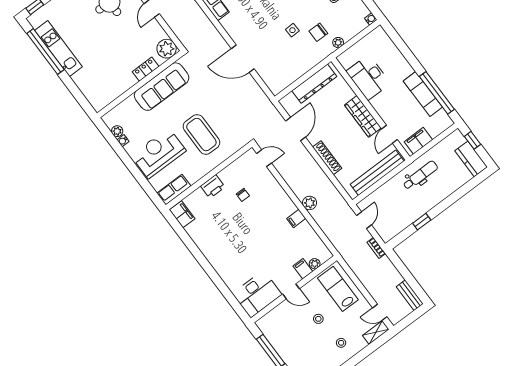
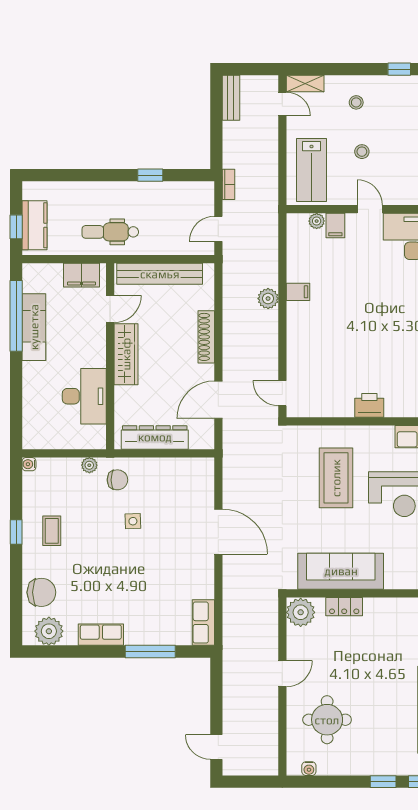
chair: (318, 32) -> (117, 480), moved
kitchen counter: (471, 159) -> (35, 225), moved
chair: (243, 195) -> (341, 368), removed

